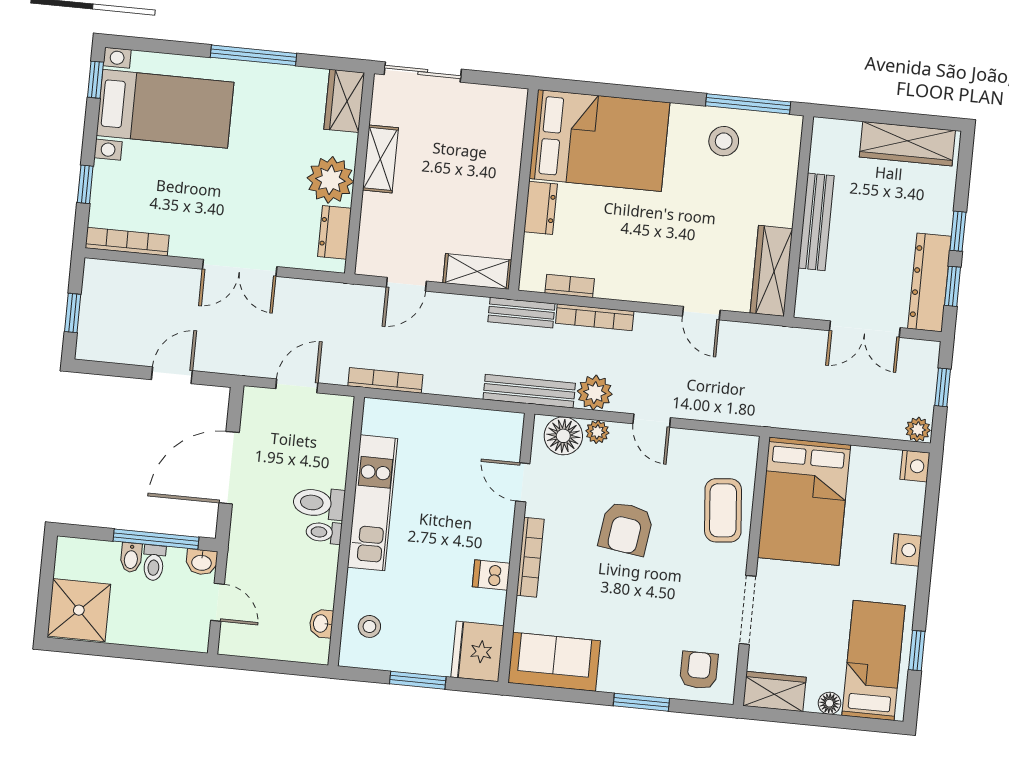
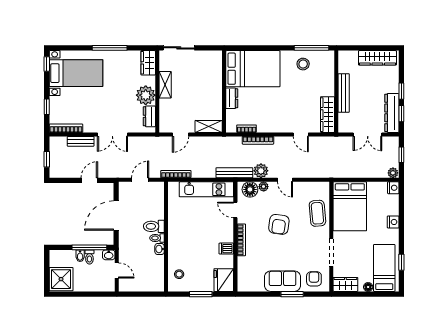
bench: (521, 313) -> (81, 141), moved
kitchen unit: (373, 503) -> (206, 189), moved, turned 90
washbasin: (321, 624) -> (160, 249), moved
sofa: (554, 662) -> (283, 281), moved

